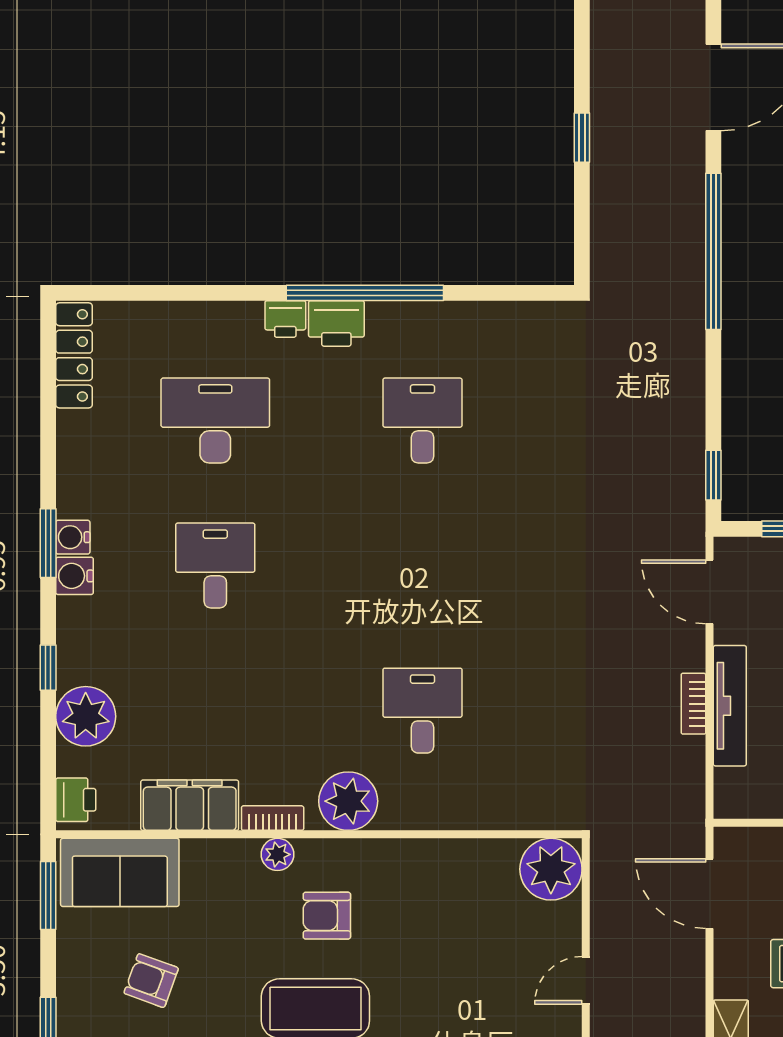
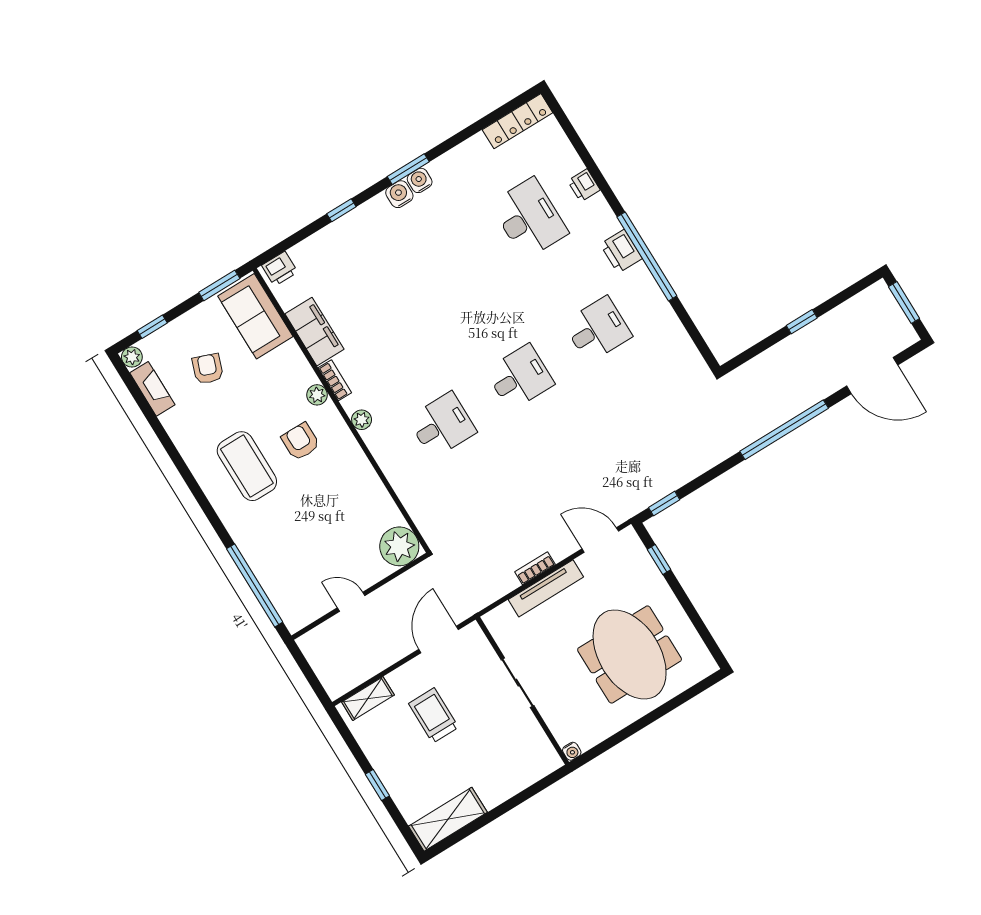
printer: (285, 319) -> (584, 185), moved
desk: (215, 566) -> (520, 377), moved
door: (710, 592) -> (600, 540), hinge flipped
plant: (86, 716) -> (328, 246), removed
plant: (348, 801) -> (362, 420), width x0.53, depth x0.53

